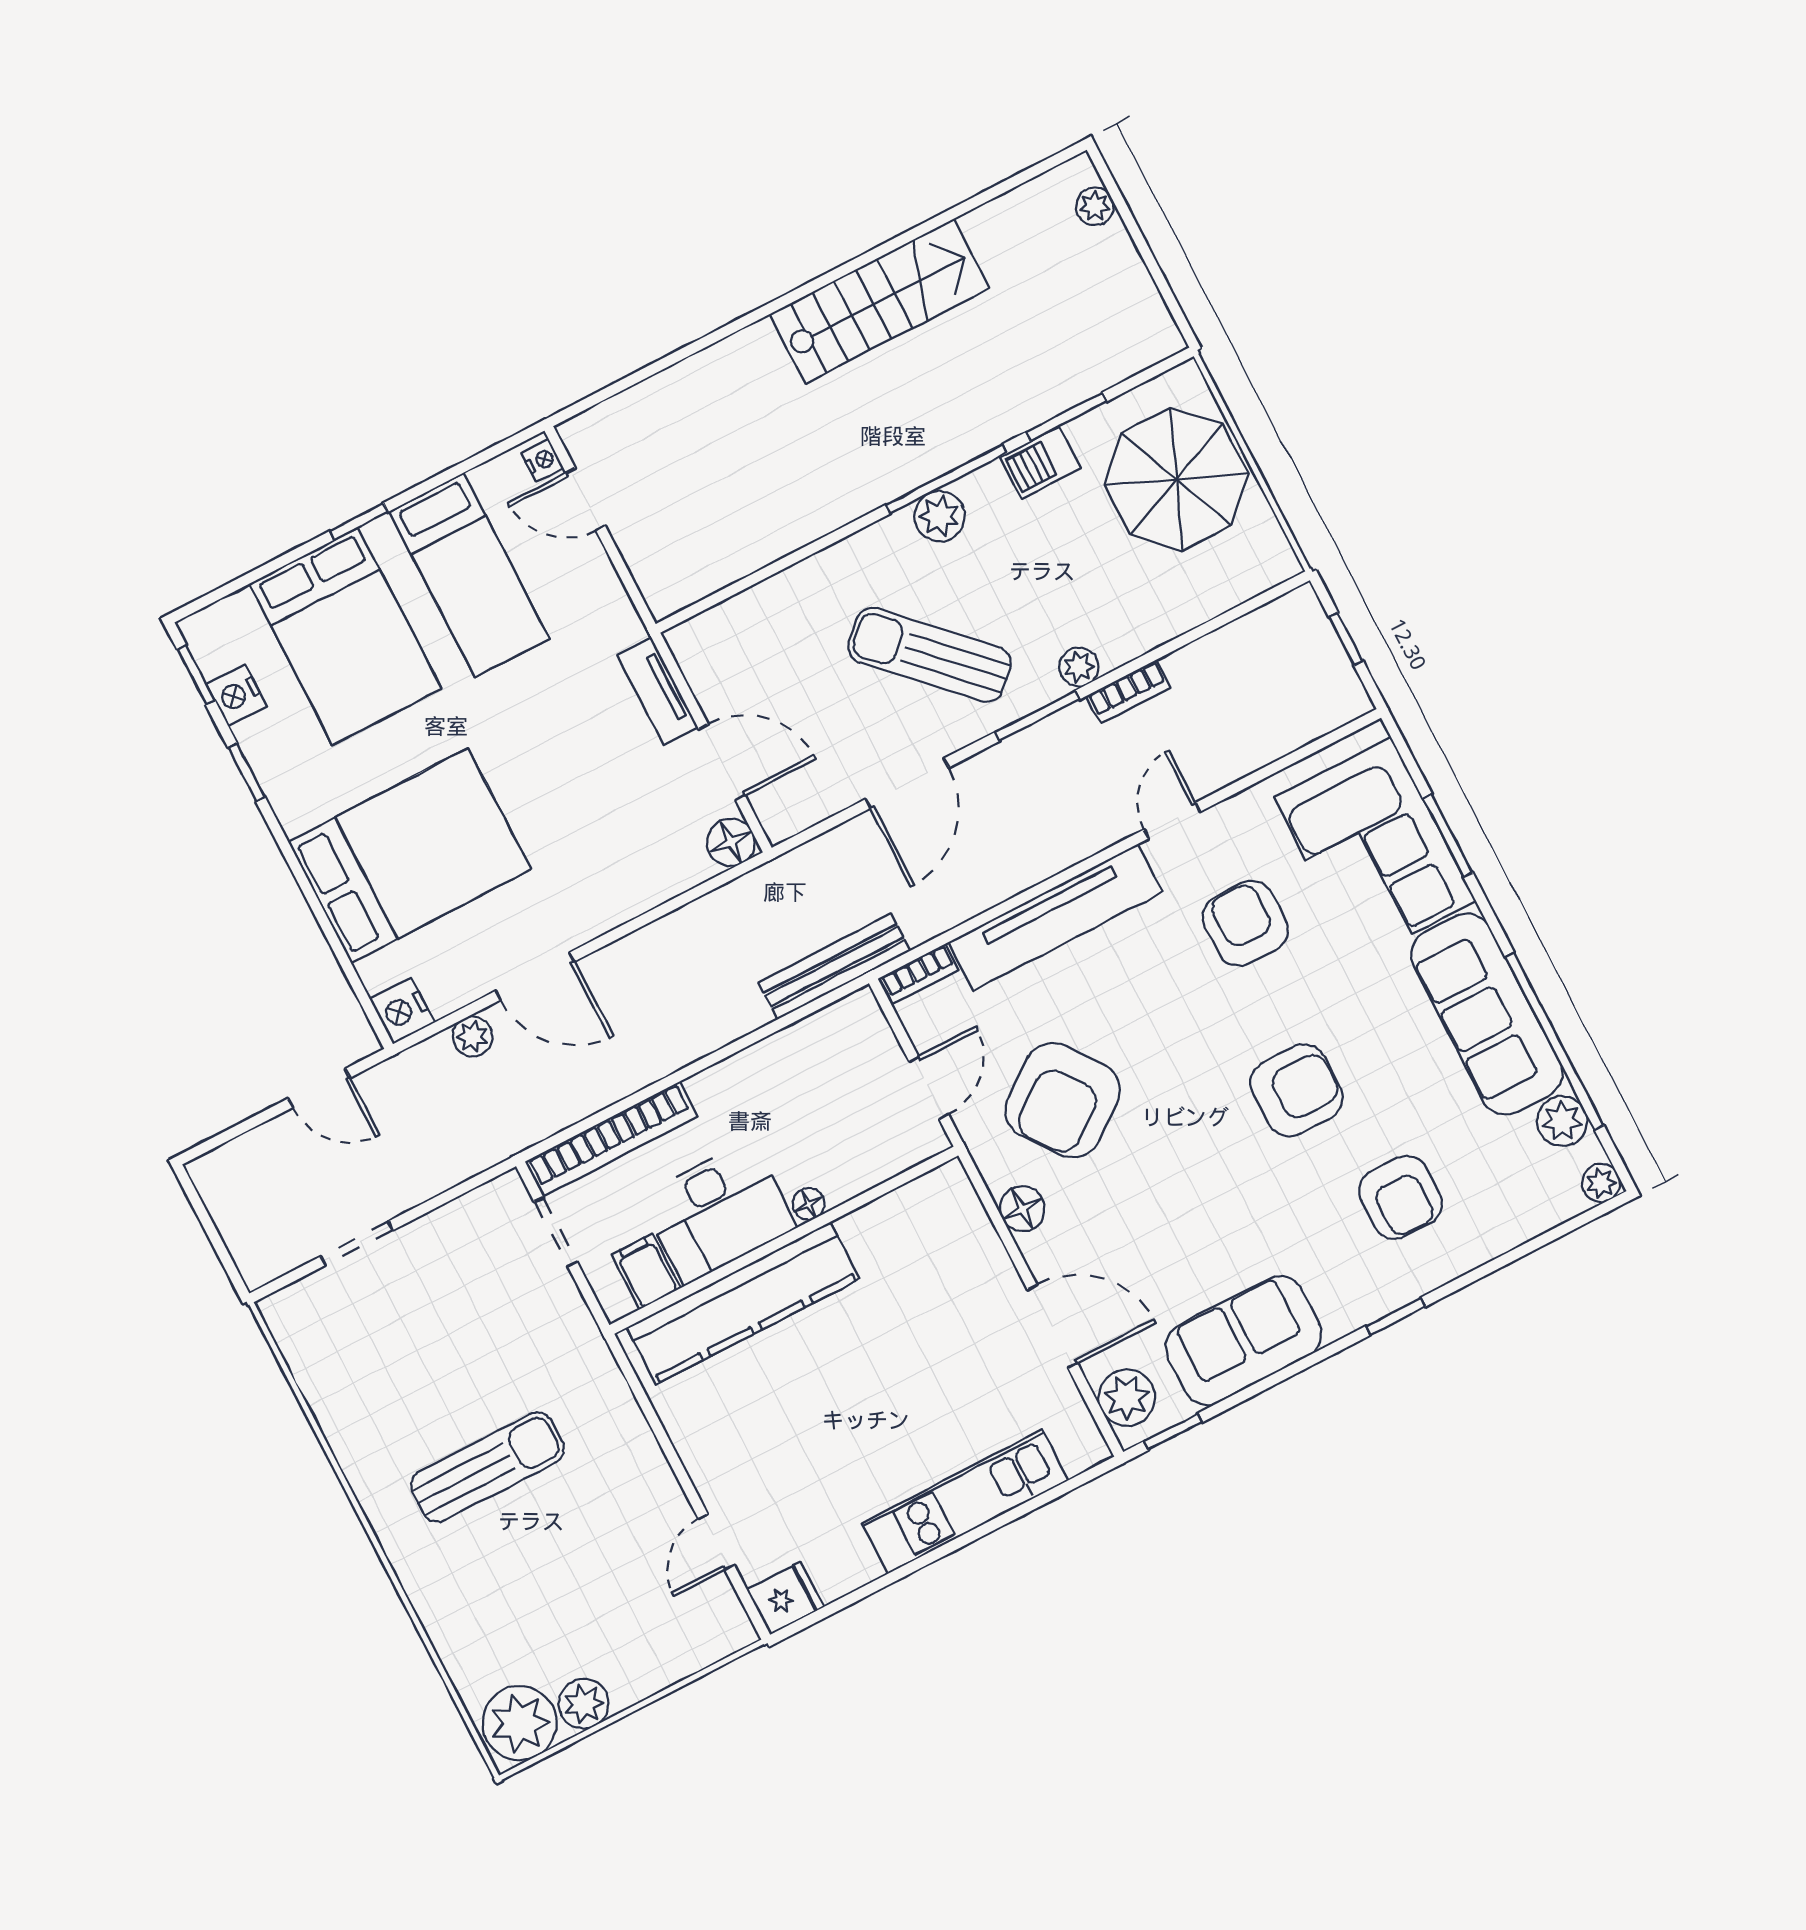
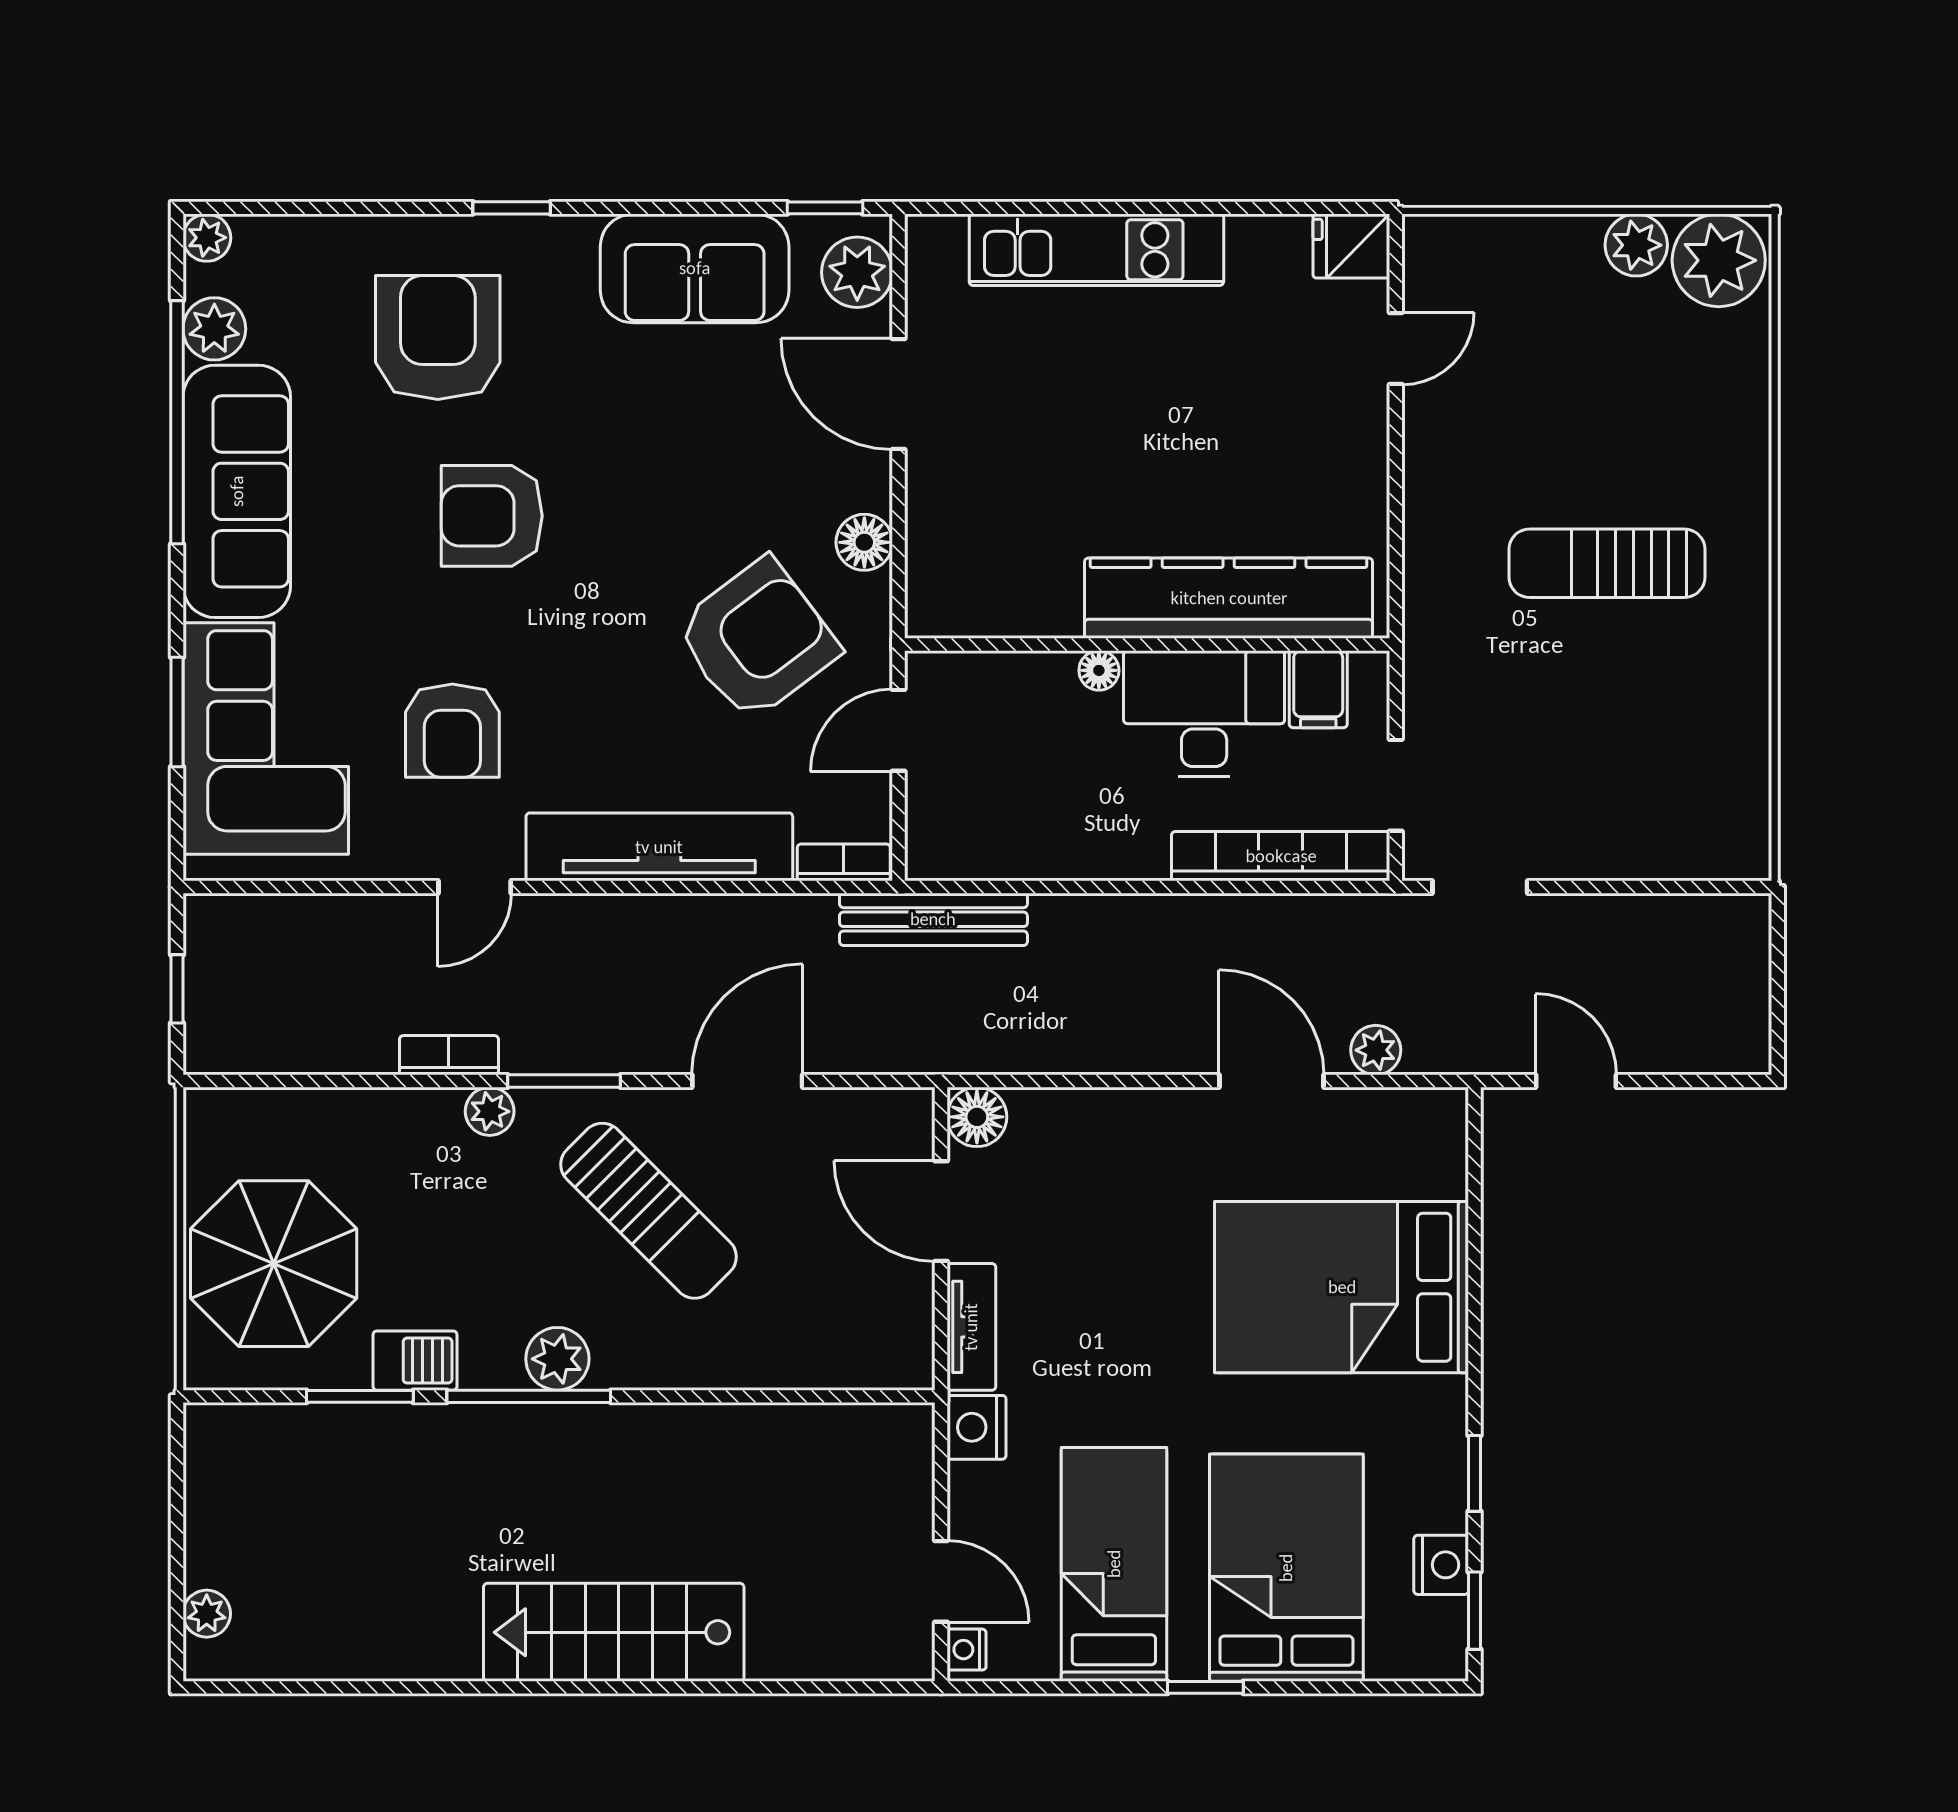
stairs: (879, 301) -> (614, 1632), moved
nightstand: (402, 1011) -> (976, 1427), moved, turned 180
armchair: (1400, 1197) -> (438, 337), width x1.36, depth x1.36
doorway: (357, 1243) -> (1480, 887), moved

